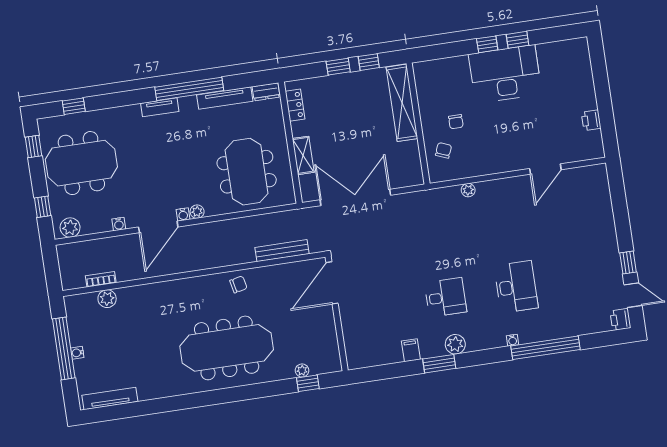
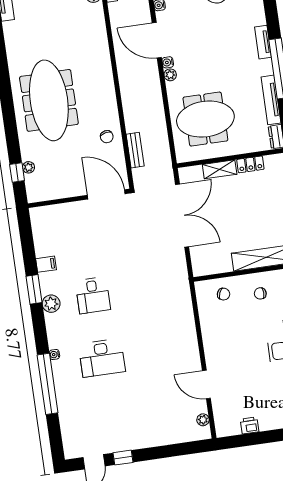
locker: (295, 105) -> (250, 164), moved
chair: (456, 122) -> (260, 293), moved
plant: (468, 190) -> (203, 420), moved
bench: (282, 251) -> (135, 150), width x0.73
chair: (238, 284) -> (107, 137), moved
printer: (620, 319) -> (72, 450), removed

